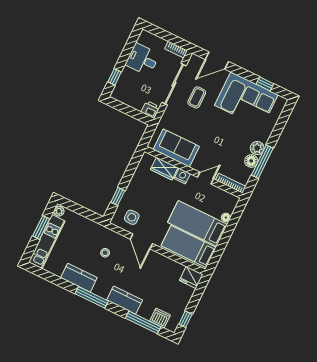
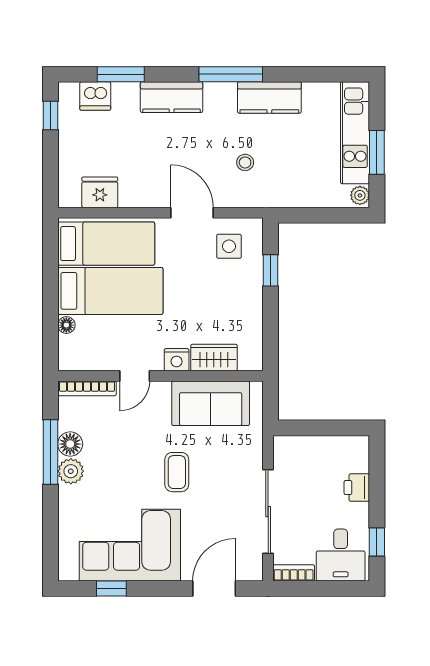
desk: (142, 59) -> (341, 555), moved, turned 90
window: (115, 77) -> (377, 542), moved
coffee table: (197, 97) -> (177, 472), moved
printer: (150, 109) -> (357, 487), moved, turned 90
fridge: (191, 277) -> (100, 192), moved
window: (143, 322) -> (121, 74), width x0.69

